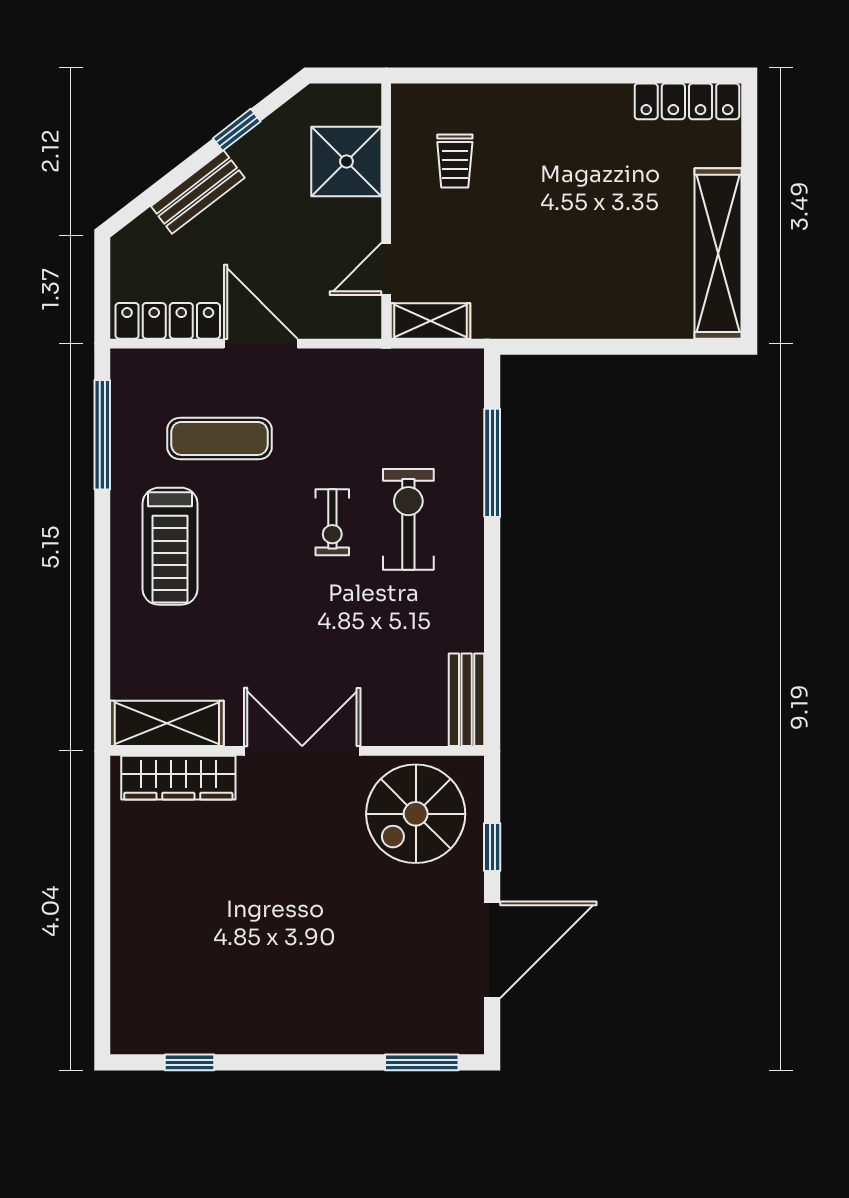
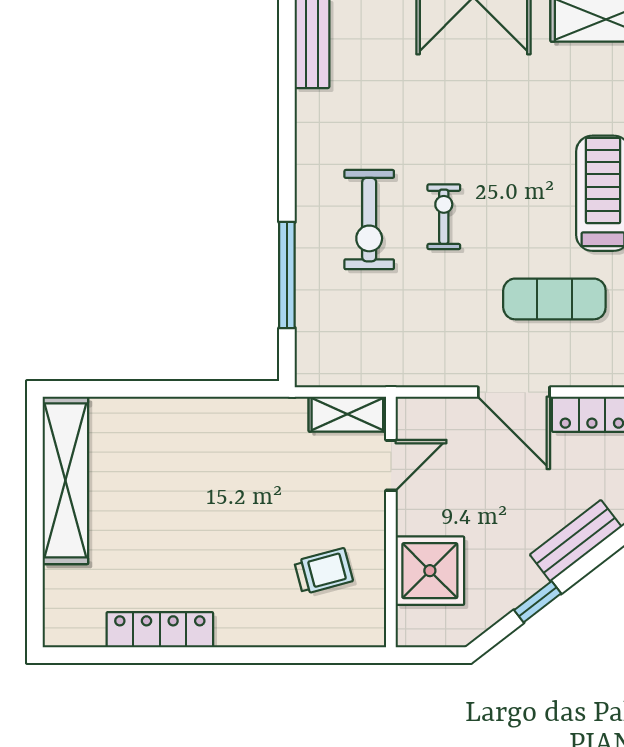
locker: (687, 101) -> (160, 630), moved
trolley: (455, 161) -> (324, 571), turned 75

